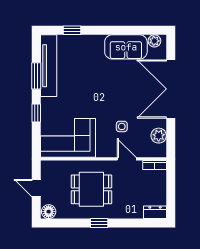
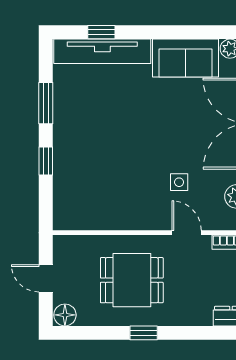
tv unit: (49, 66) -> (102, 51), moved, turned 90
corner sofa: (68, 138) -> (95, 200), removed

